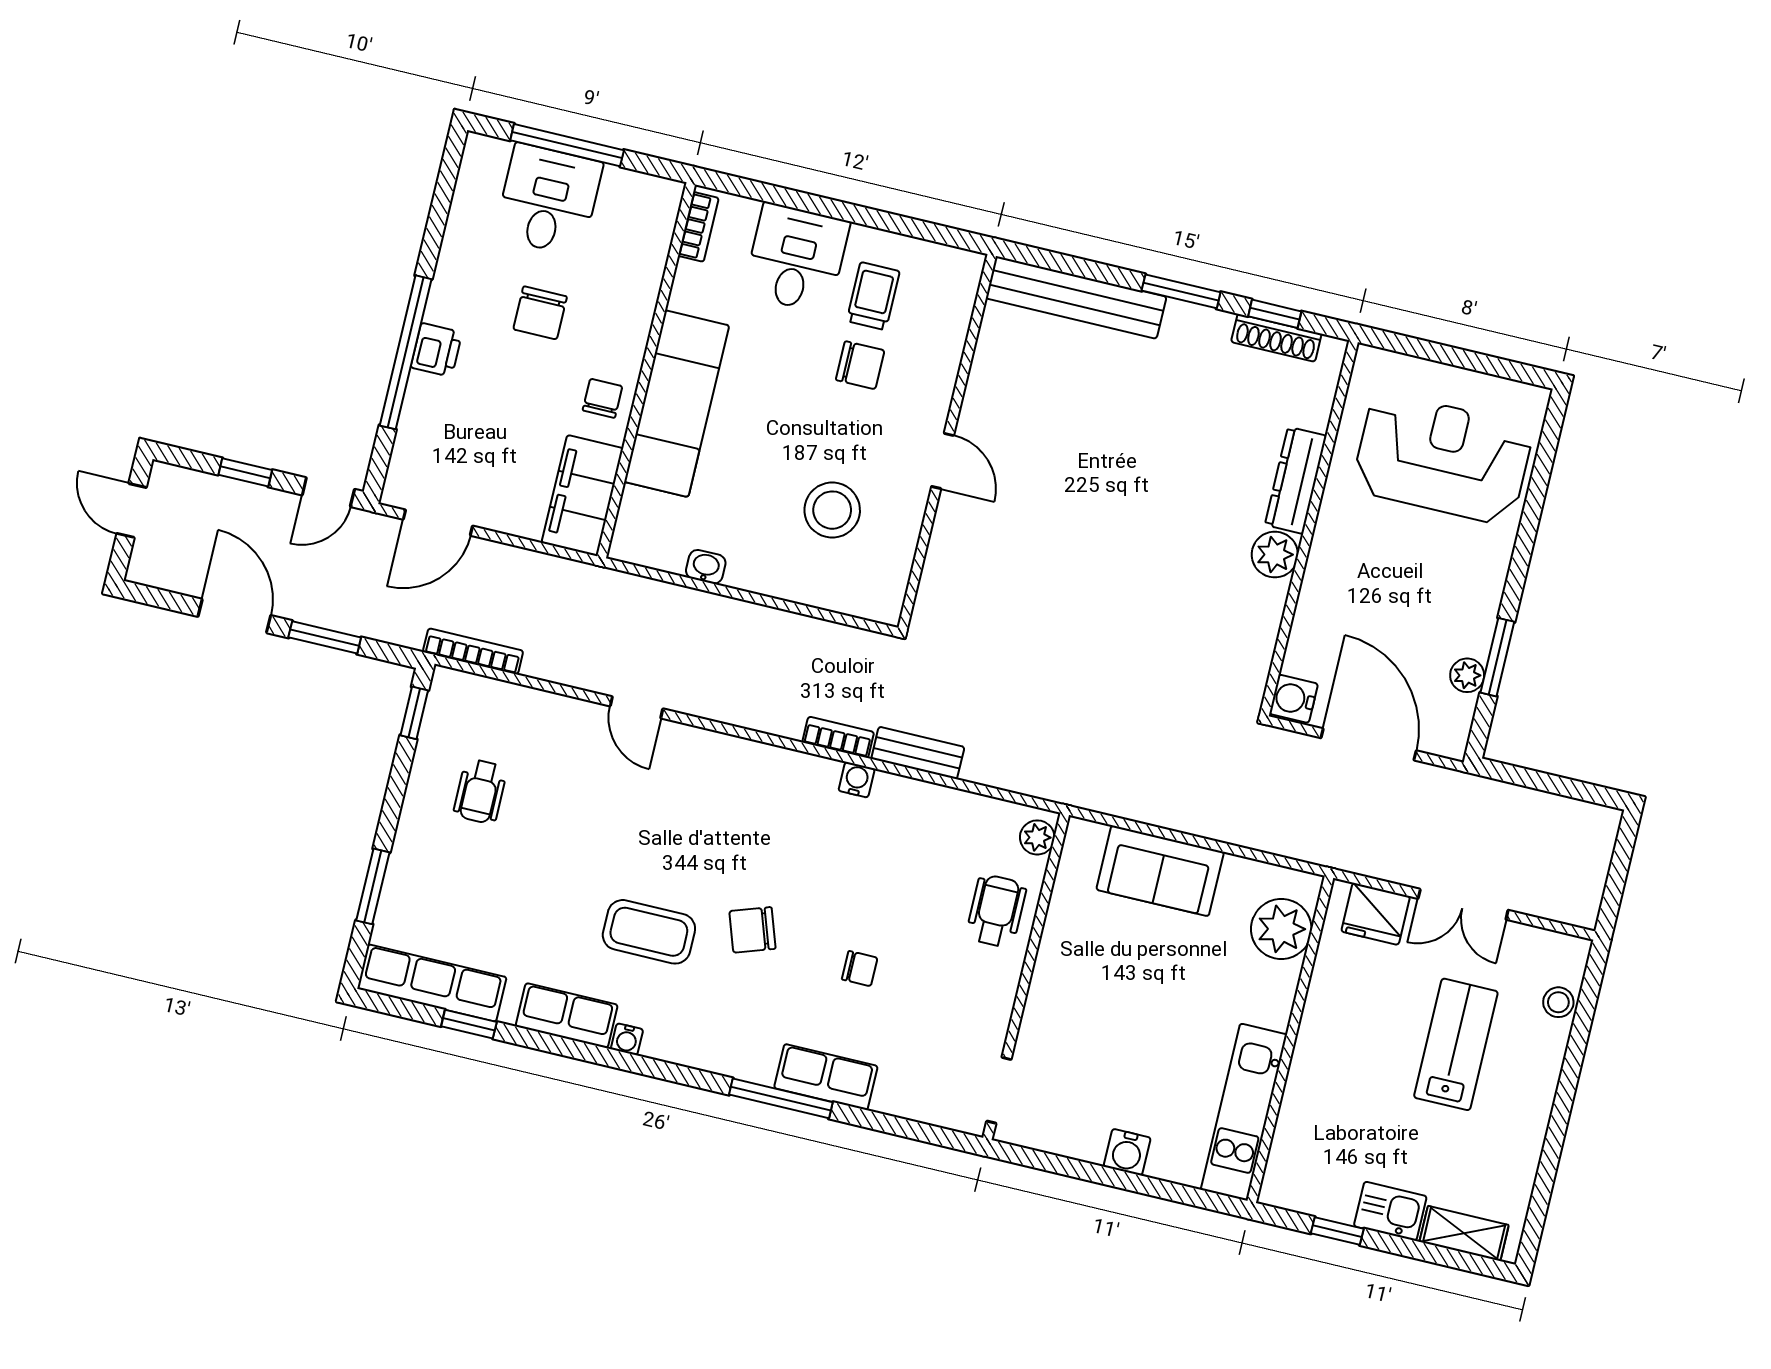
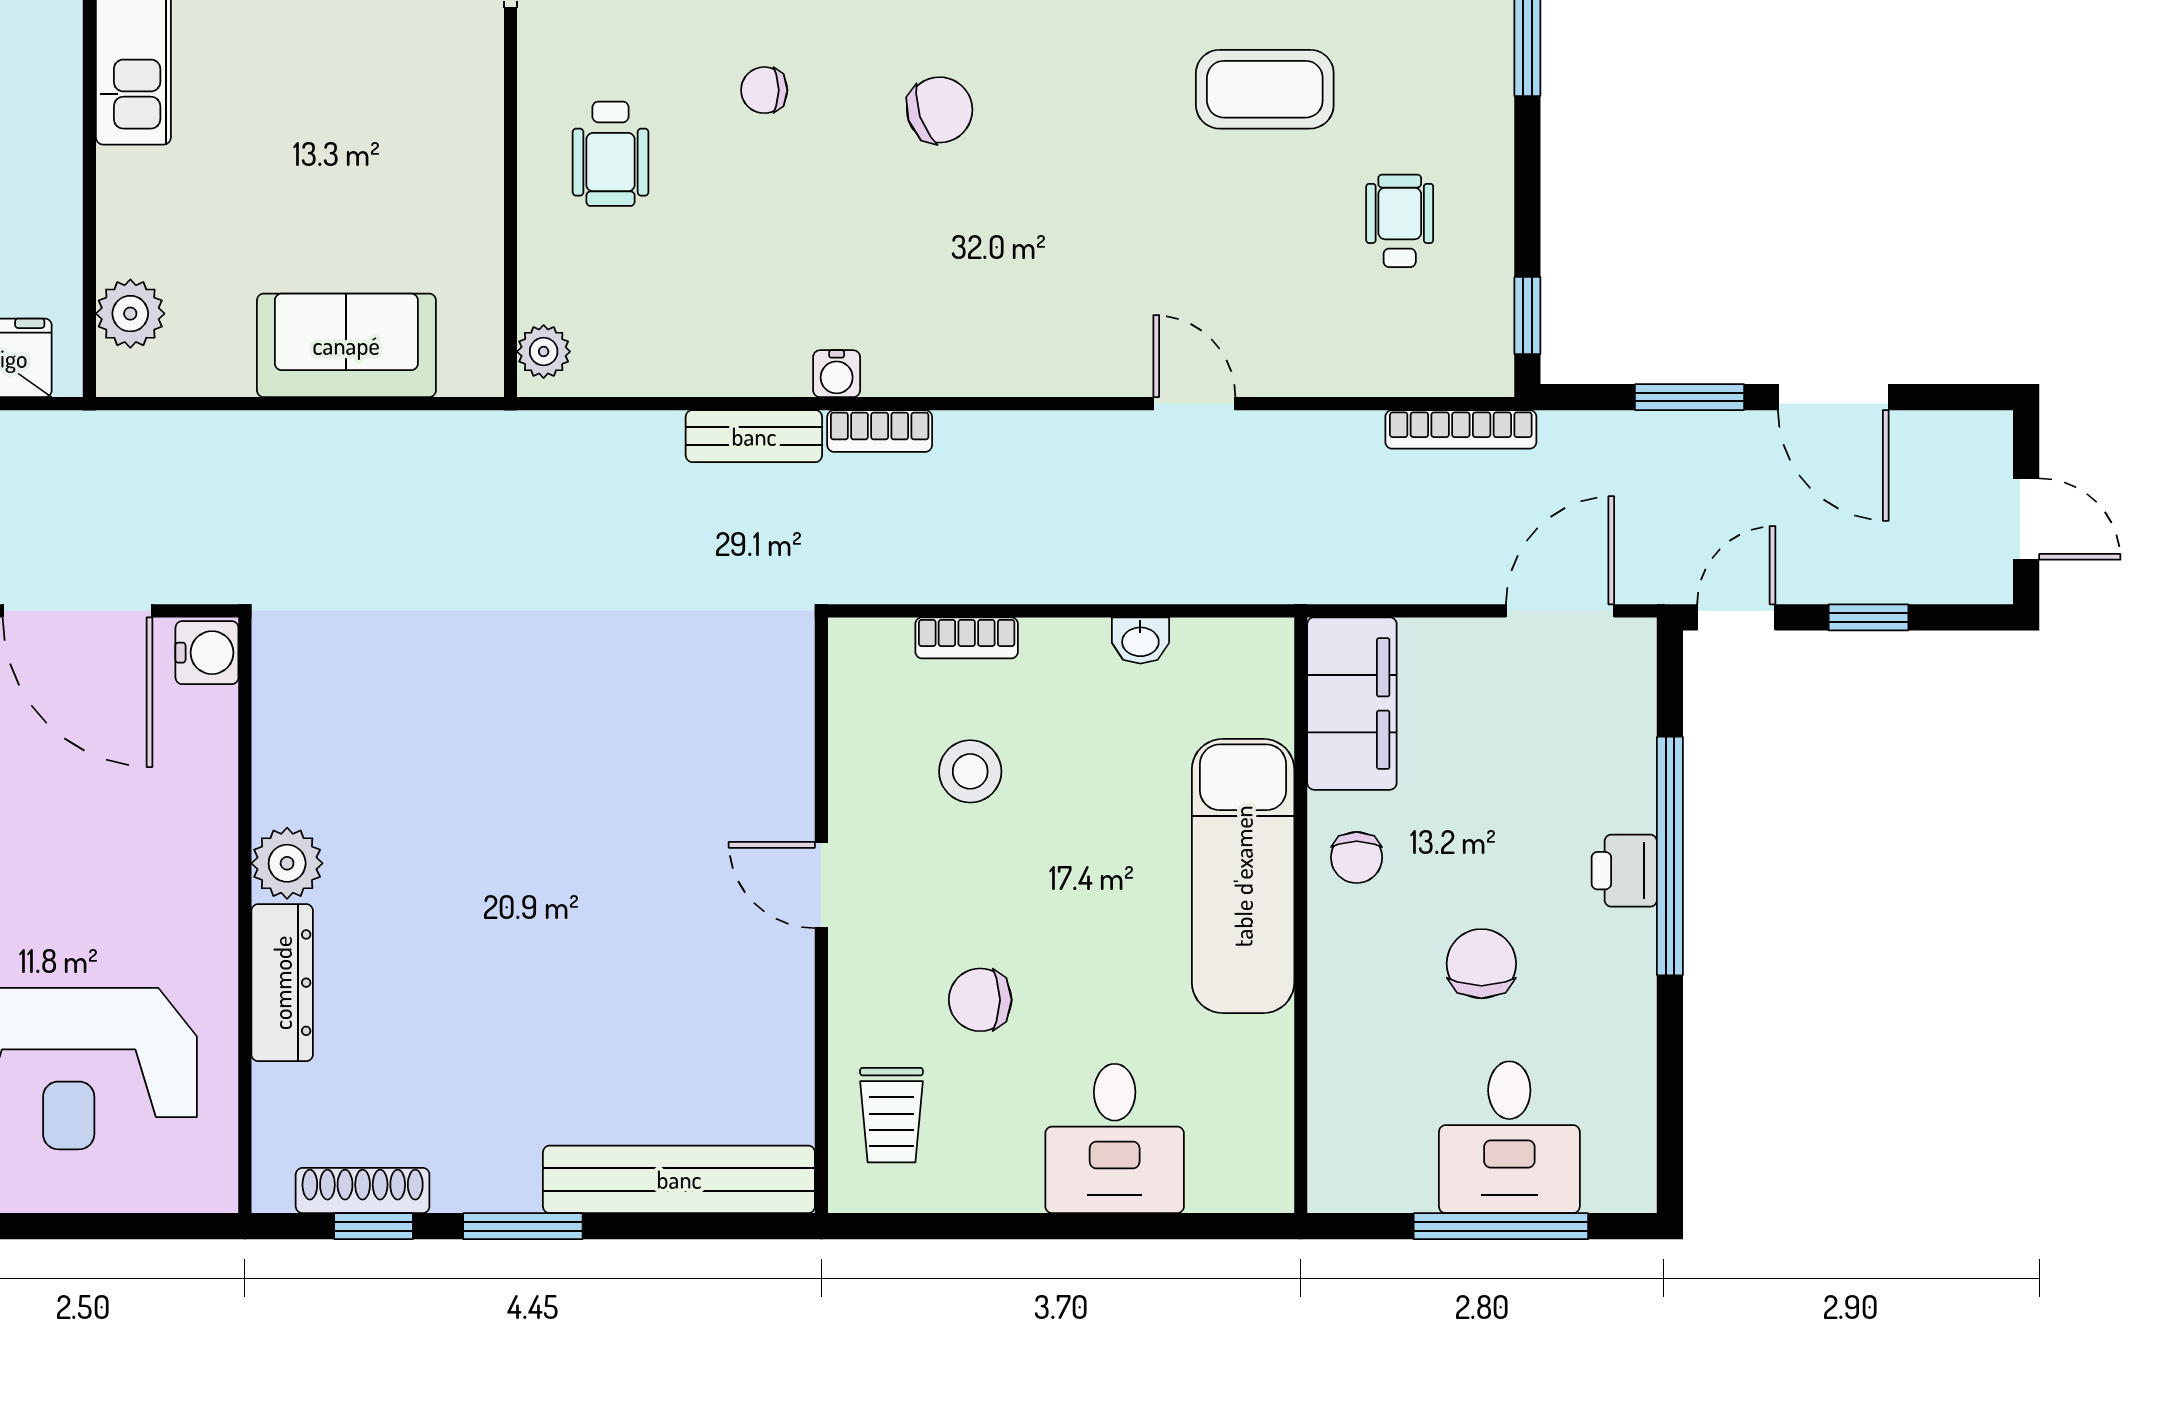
bookcase: (698, 227) -> (967, 638), moved, turned -90
trolley: (873, 296) -> (891, 1115), moved
stool: (832, 510) -> (970, 771), width x0.73, depth x0.73
wheelchair: (996, 911) -> (611, 154), moved
plant: (1281, 929) -> (130, 314), width x0.73, depth x0.73
coffee table: (649, 932) -> (1265, 89), moved

